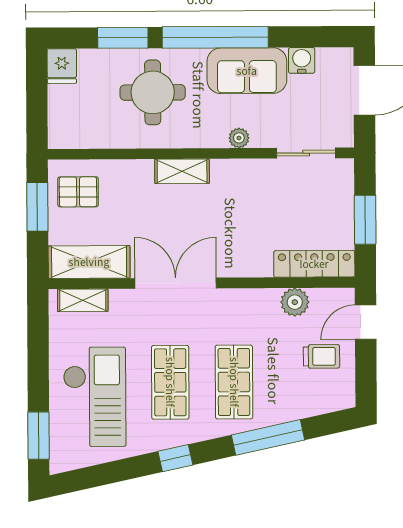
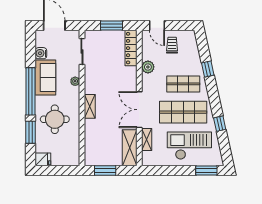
pallet: (78, 192) -> (99, 153), removed
shelving: (83, 300) -> (147, 139), moved
plant: (295, 302) -> (148, 67), moved
shop shelf: (170, 382) -> (183, 112), width x1.43, depth x1.36
window: (268, 437) -> (208, 69), width x0.46
window: (175, 458) -> (220, 124), moved

